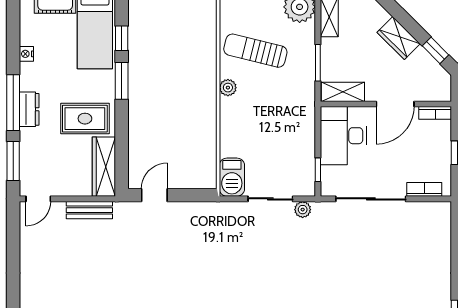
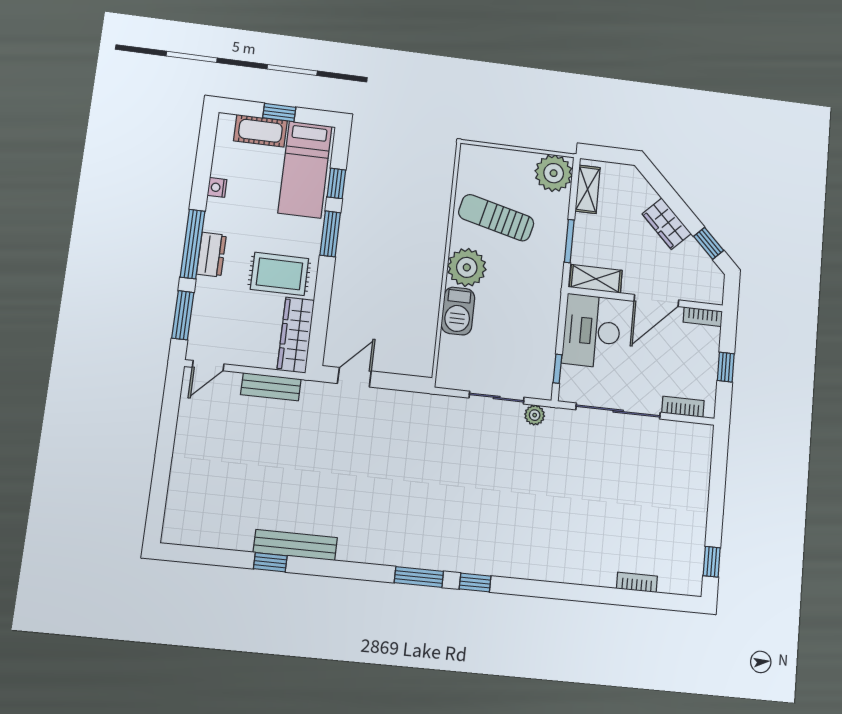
plant: (228, 88) -> (467, 267), width x1.88, depth x1.88
barbecue: (232, 177) -> (458, 311), moved

